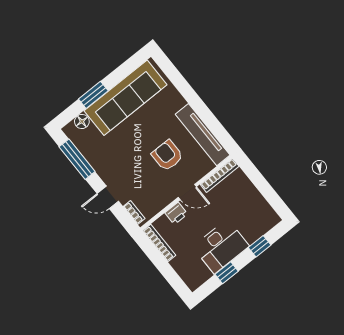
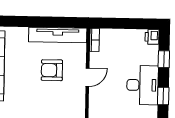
bookcase: (220, 175) -> (94, 40), width x0.64
printer: (176, 213) -> (152, 37), moved, turned 180

